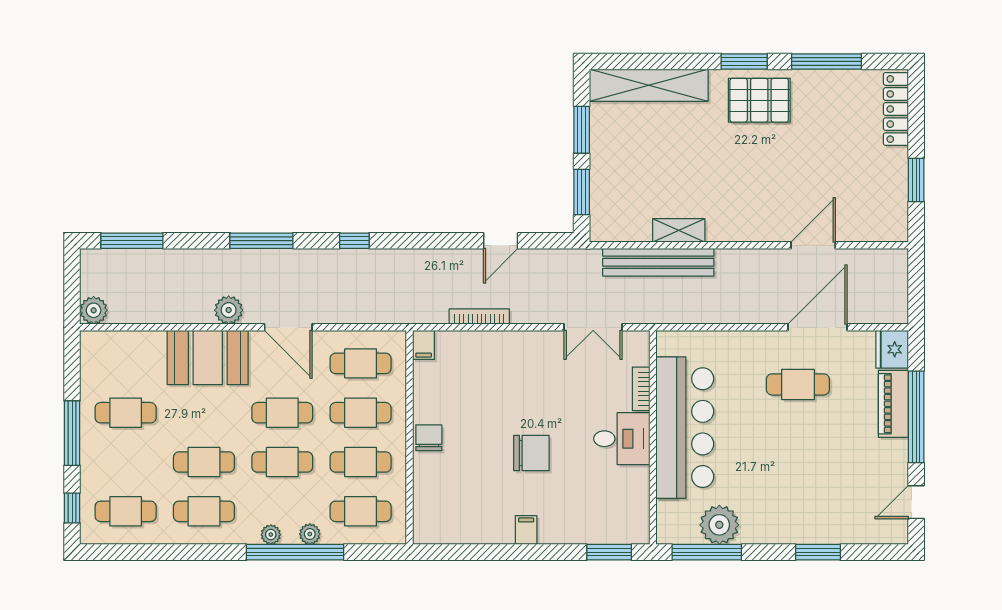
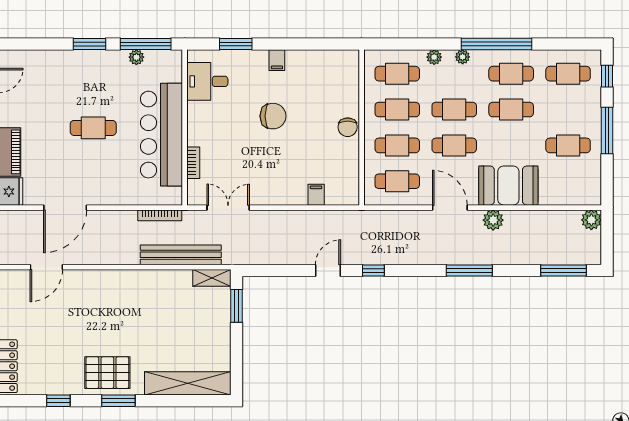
window: (827, 61) -> (58, 401), width x0.46
window: (582, 130) -> (236, 351), removed
shelving: (679, 230) -> (212, 278), moved
window: (354, 241) -> (373, 270), moved
door: (501, 241) -> (328, 270), moved
door: (813, 245) -> (46, 267), moved
bookcase: (479, 316) -> (160, 215), moved
filing cabinet: (424, 345) -> (316, 195), moved
cafe table: (798, 384) -> (93, 128), moved
desk: (622, 439) -> (207, 81), moved
chair: (531, 453) -> (273, 116), turned 180
plant: (719, 525) -> (136, 57), width x0.53, depth x0.53
window: (295, 552) -> (496, 44), moved
window: (609, 552) -> (236, 44), moved
window: (818, 552) -> (90, 44), moved

